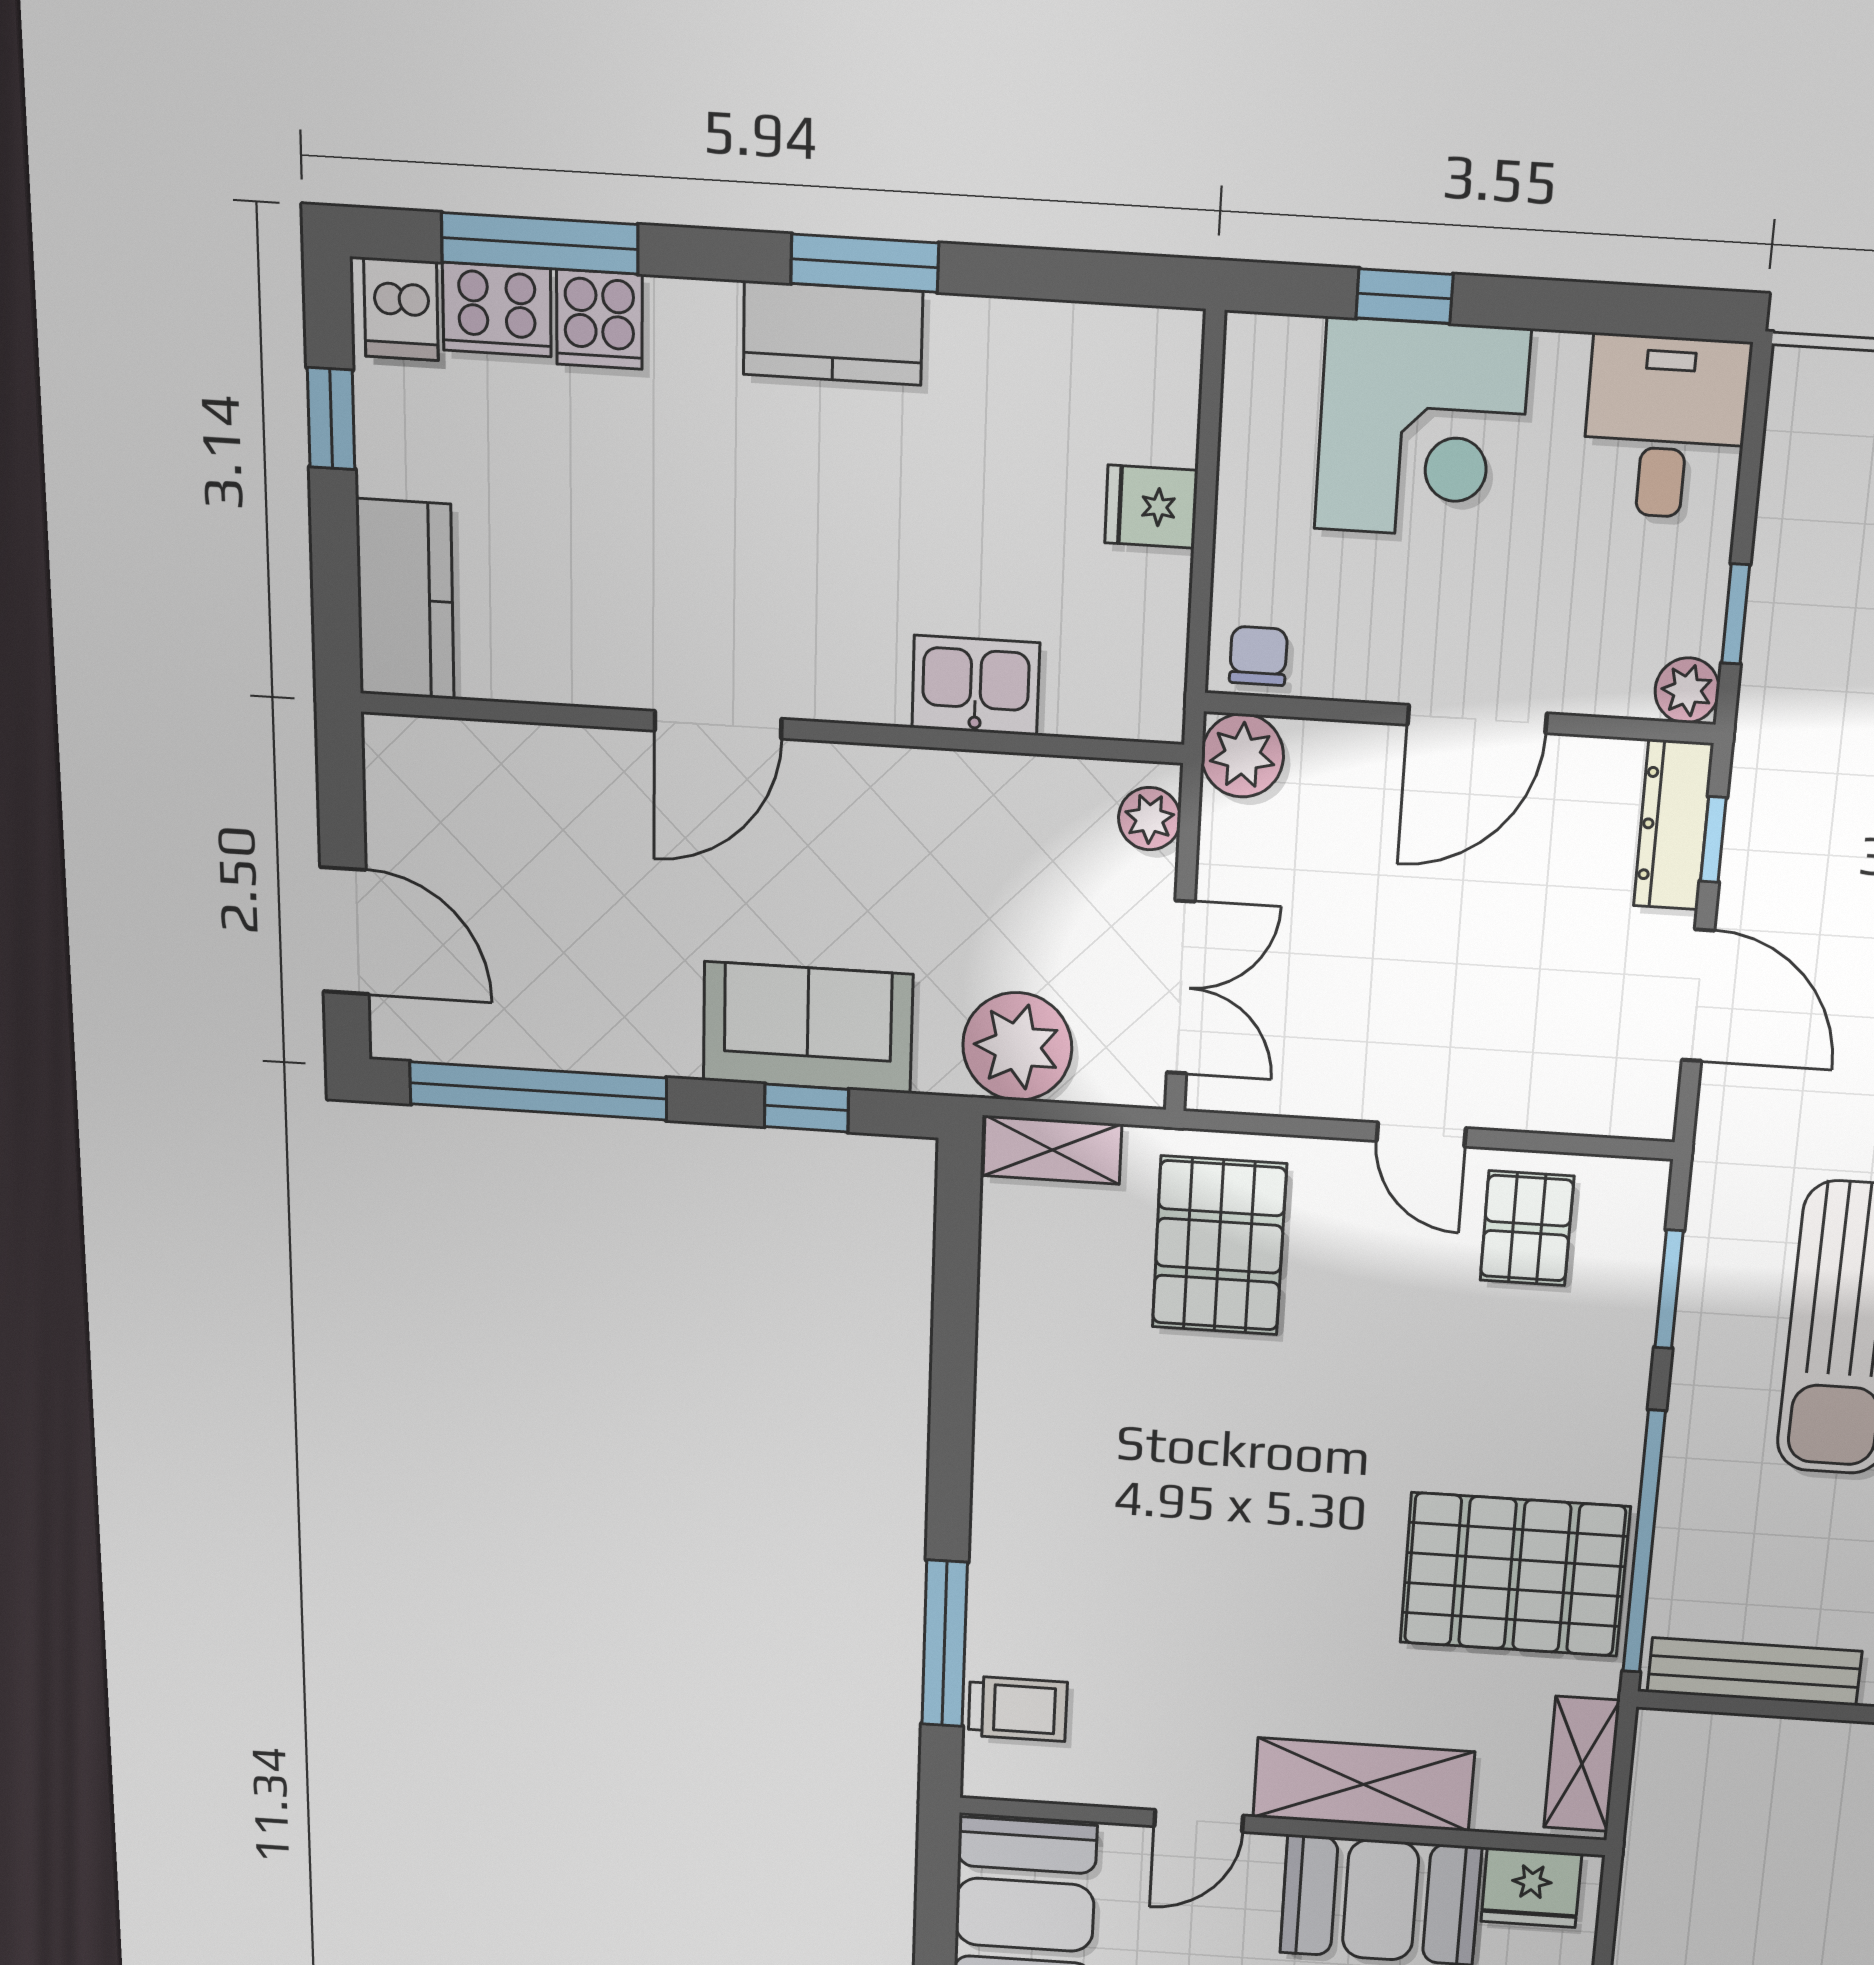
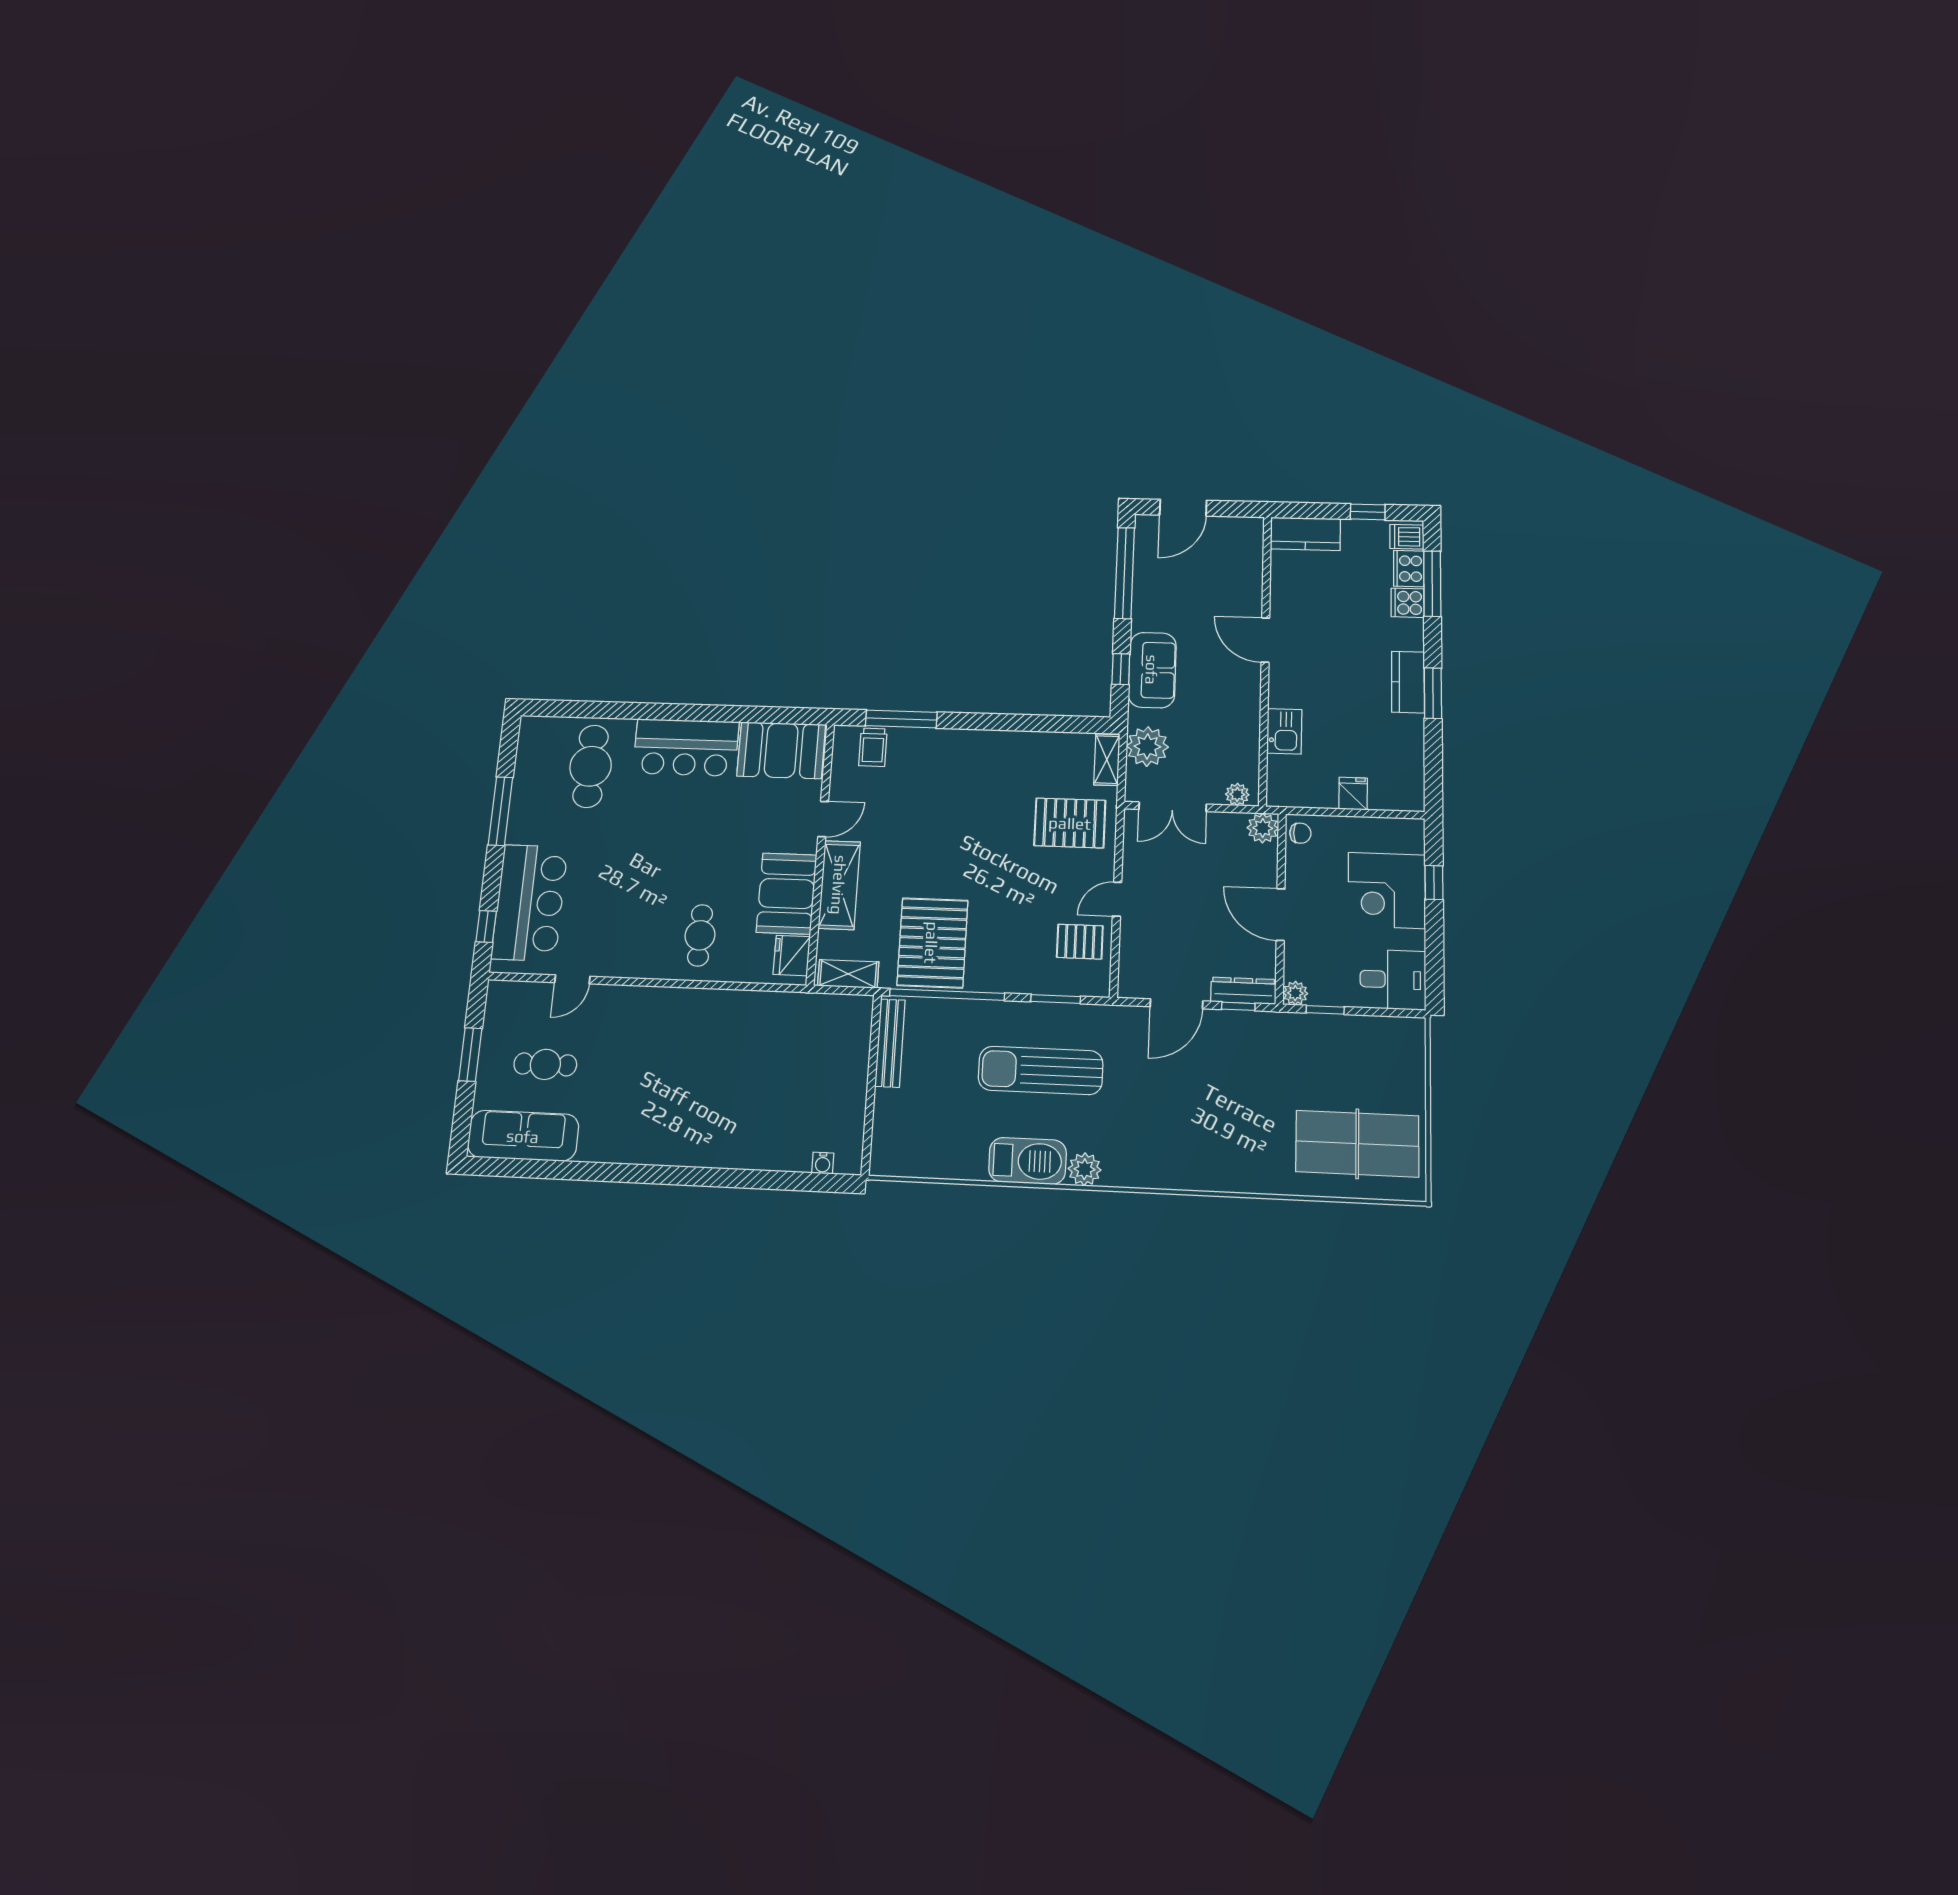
door: (1199, 1821) -> (823, 819), swing flipped

